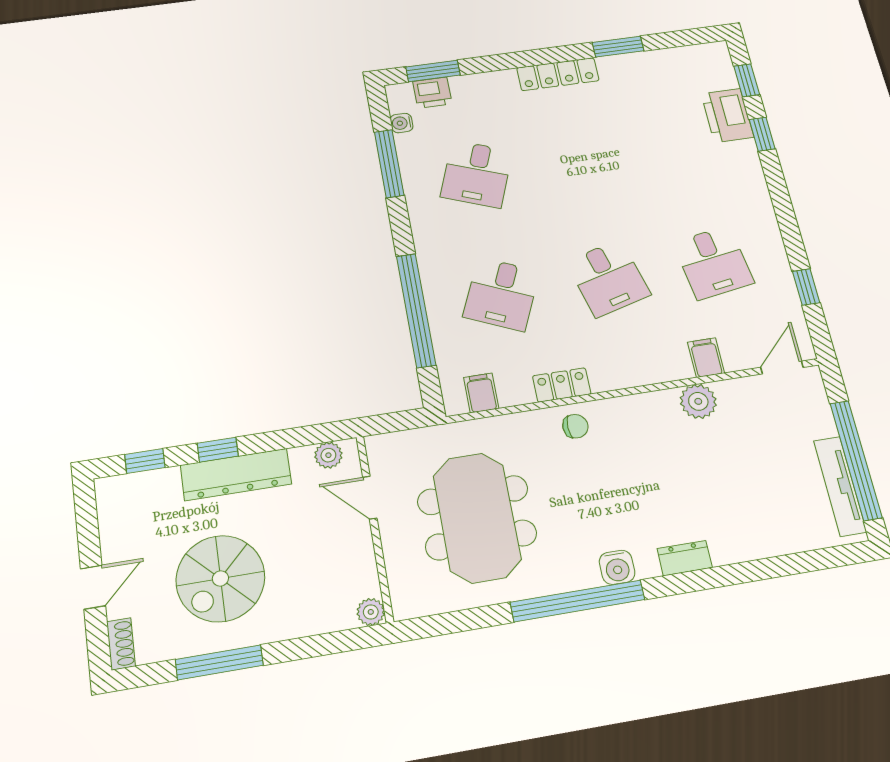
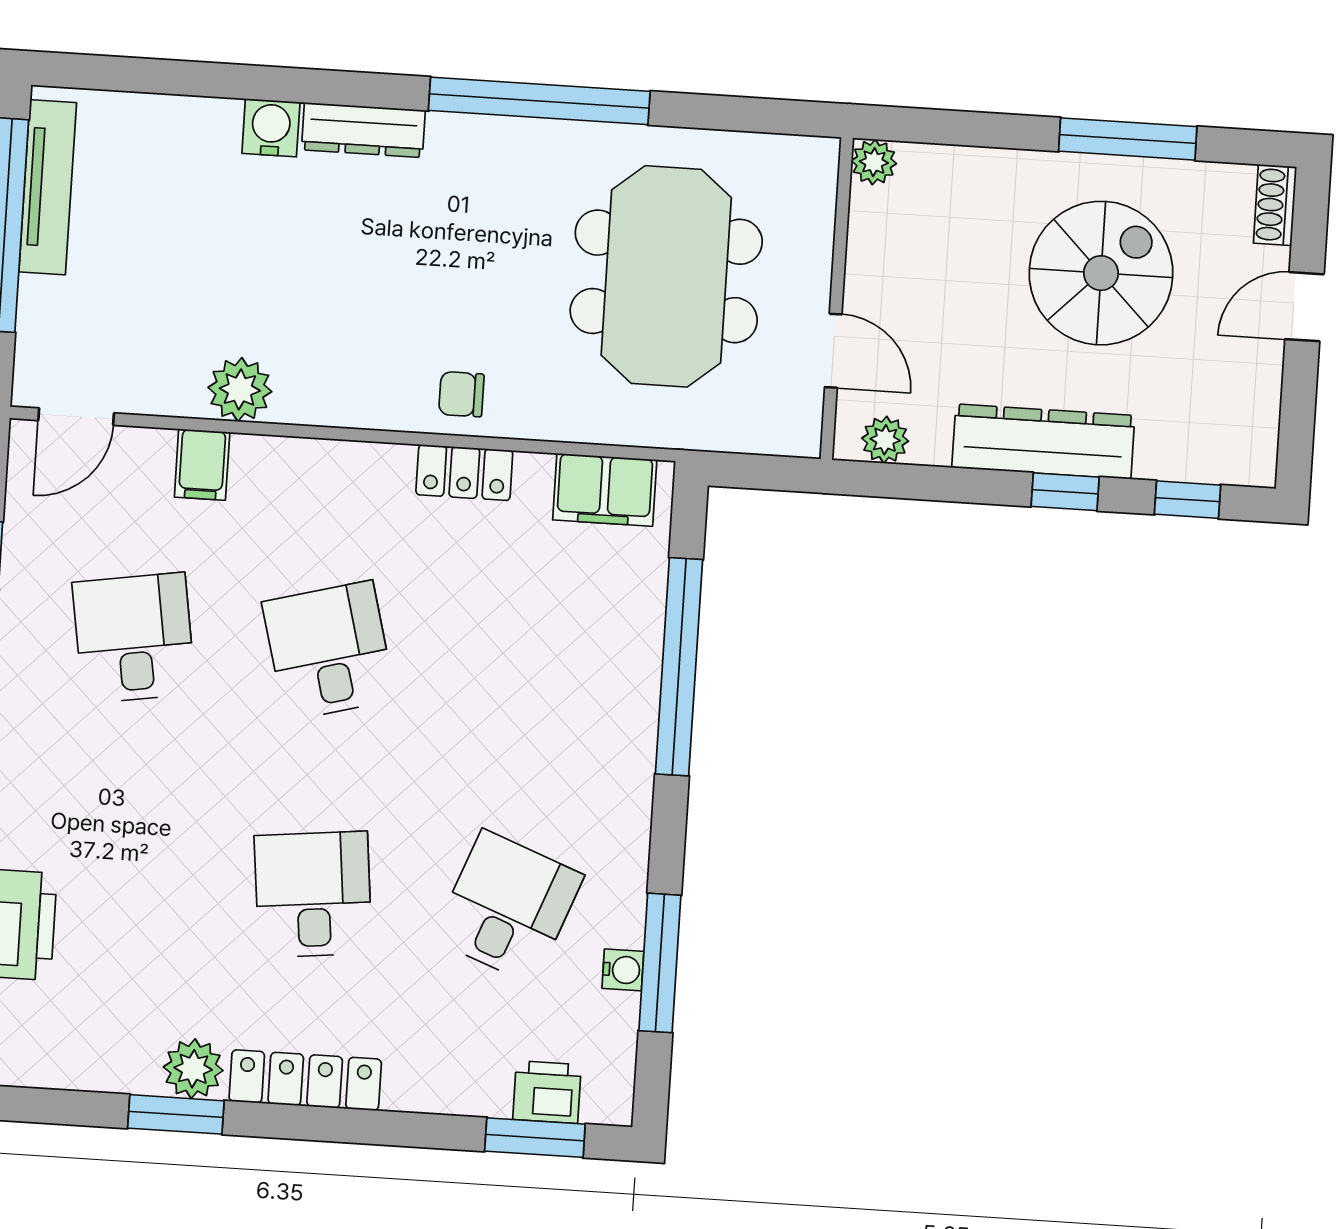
plant: (616, 68) -> (193, 1069), added
water cooler: (402, 123) -> (623, 970), moved
desk: (501, 294) -> (313, 894), moved, turned -30
filing cabinet: (481, 393) -> (605, 490), width x2.00
dresser: (685, 558) -> (363, 130), width x1.44
water cooler: (617, 567) -> (271, 128), moved

